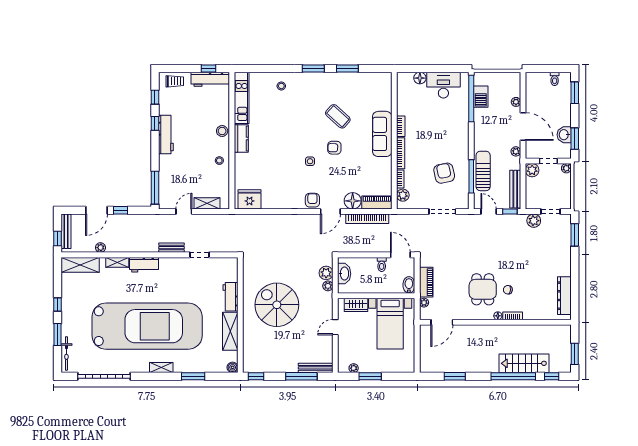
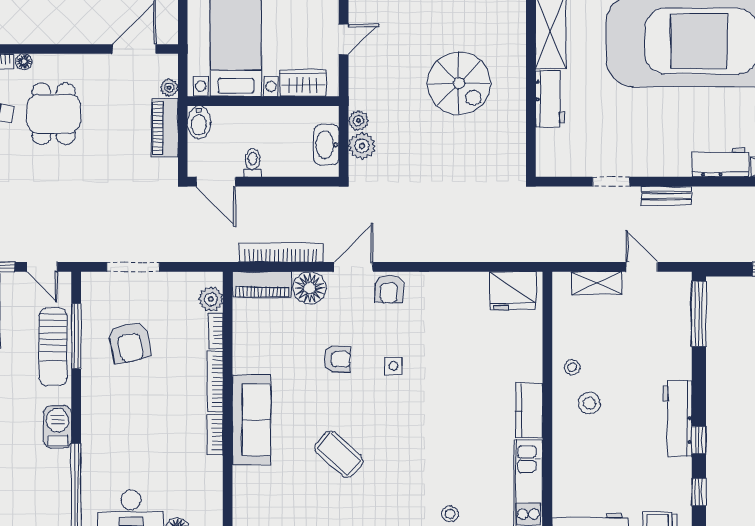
barbecue: (481, 97) -> (58, 427), moved
stool: (222, 131) -> (589, 403), moved
armchair: (334, 148) -> (337, 359), moved
door: (184, 212) -> (642, 267), swing flipped
spiral stairs: (277, 305) -> (459, 83), width x0.73, depth x0.73

